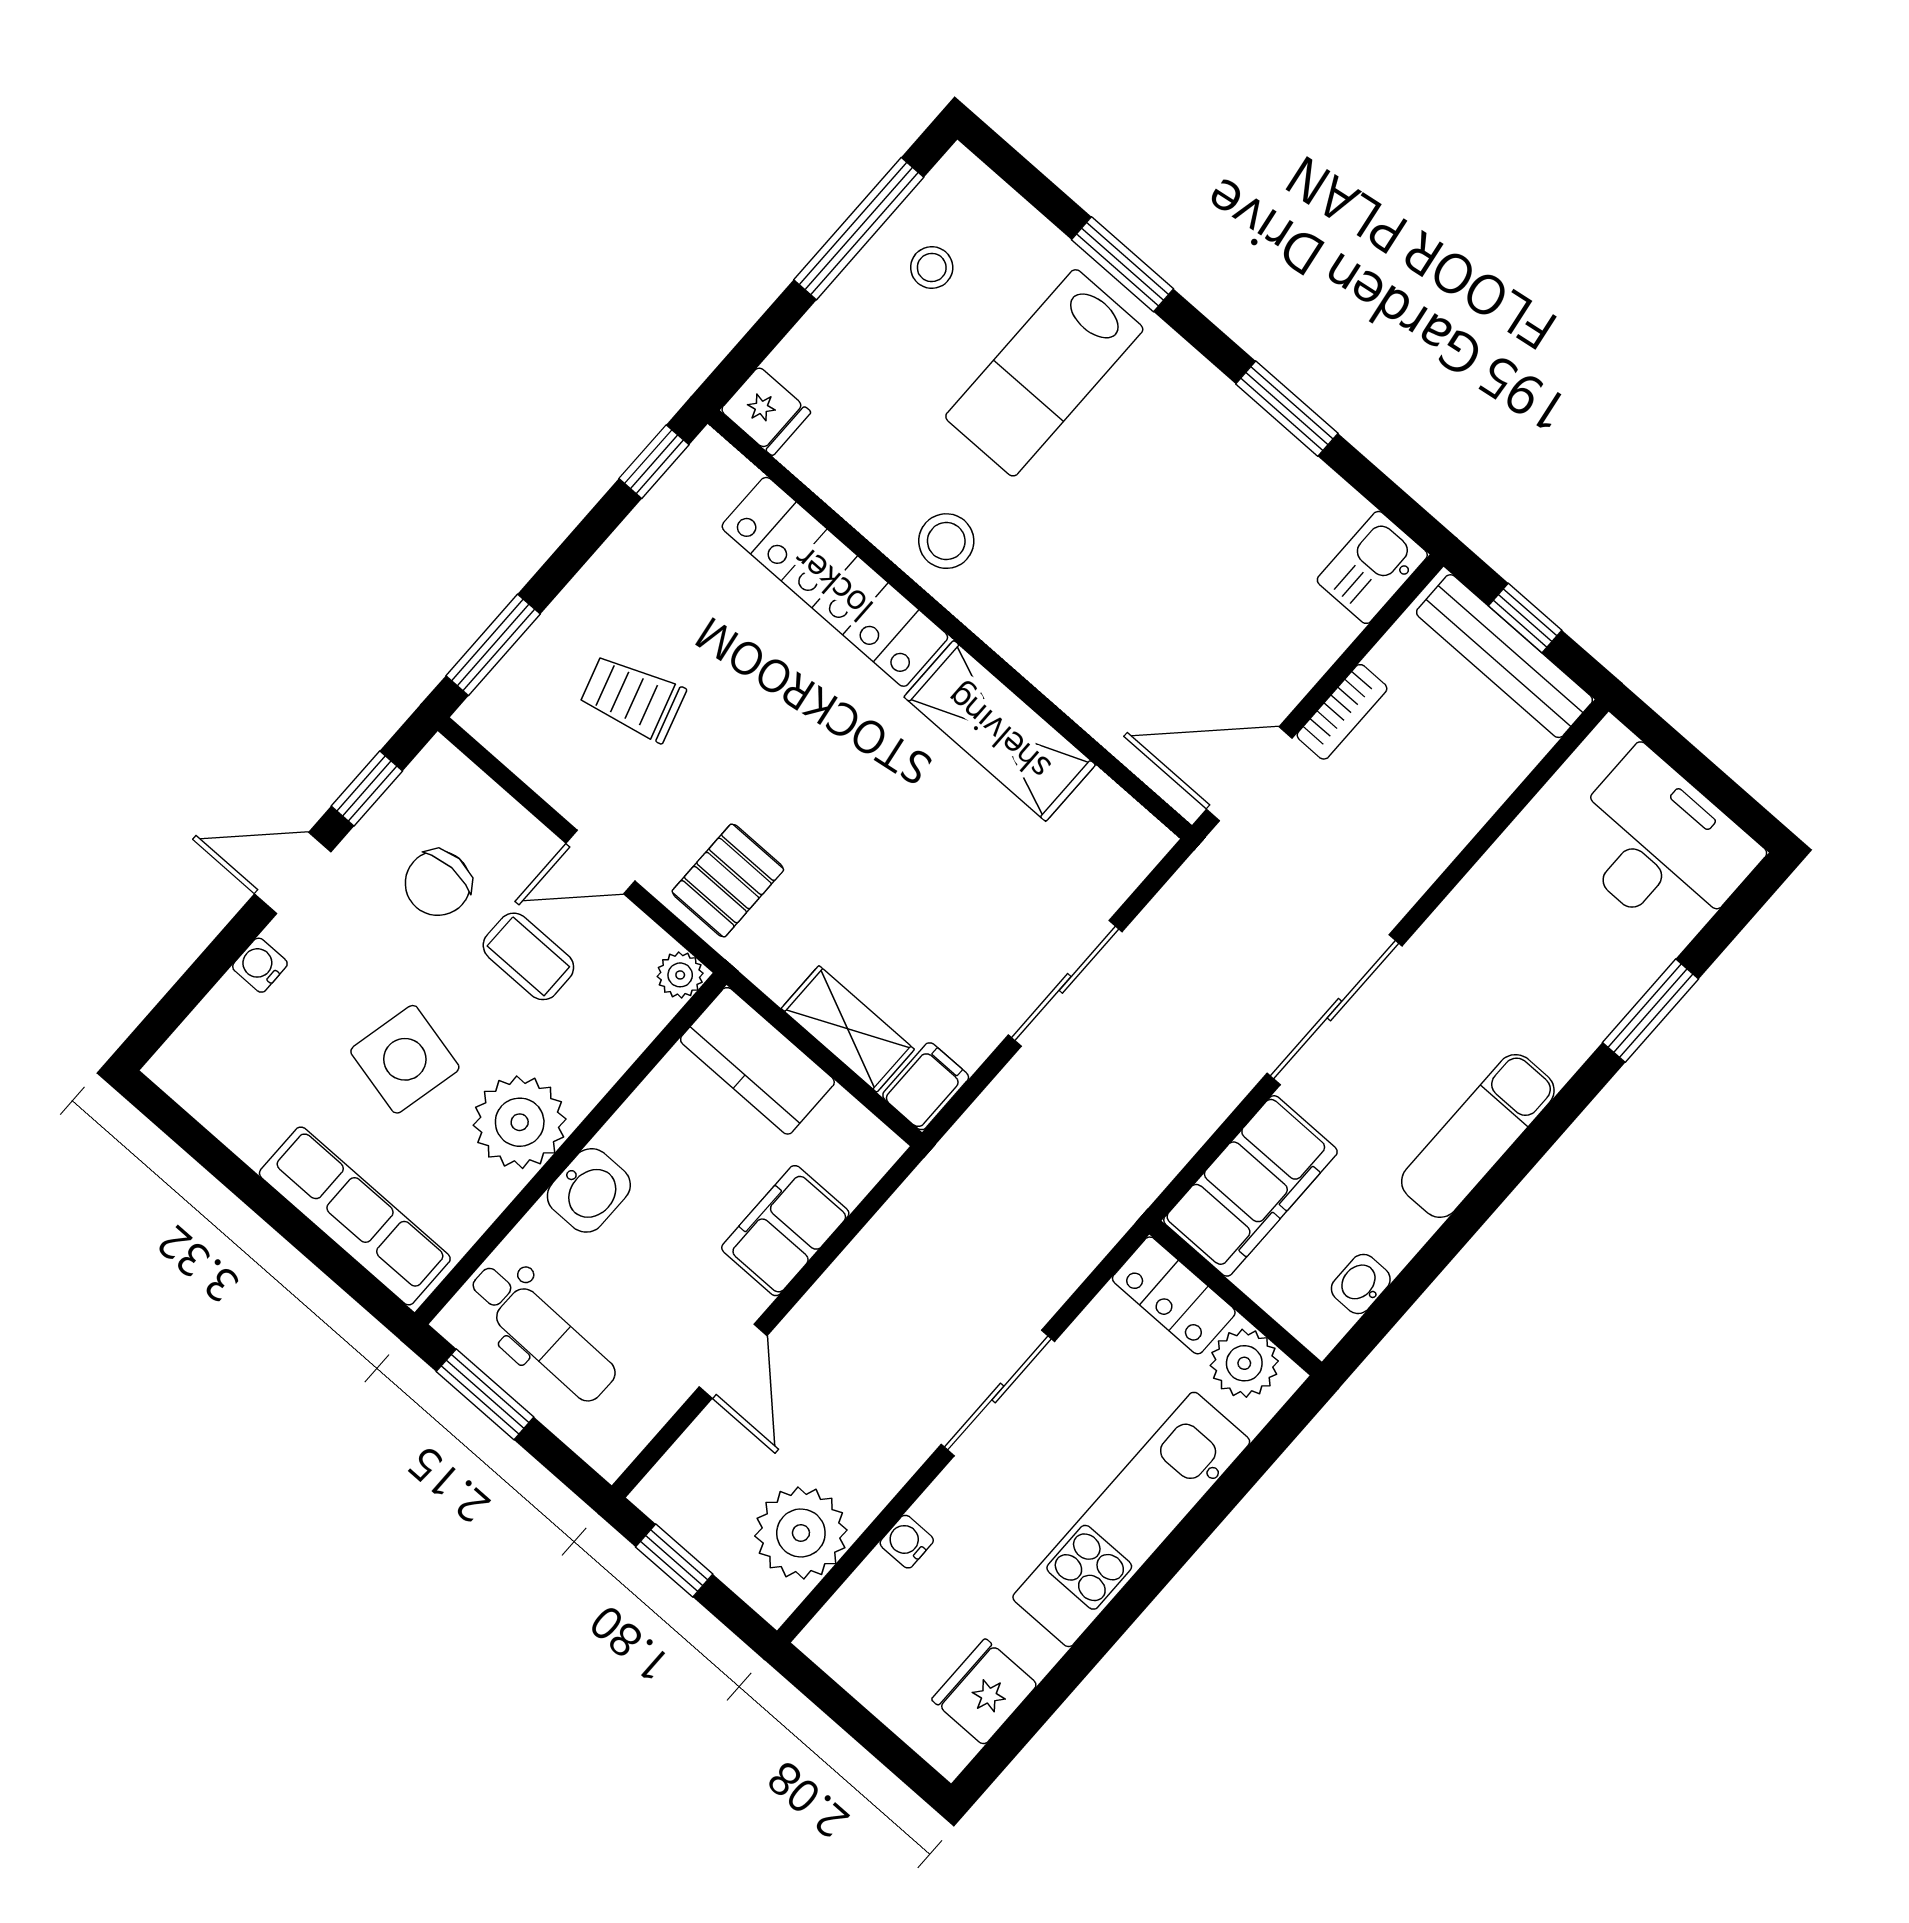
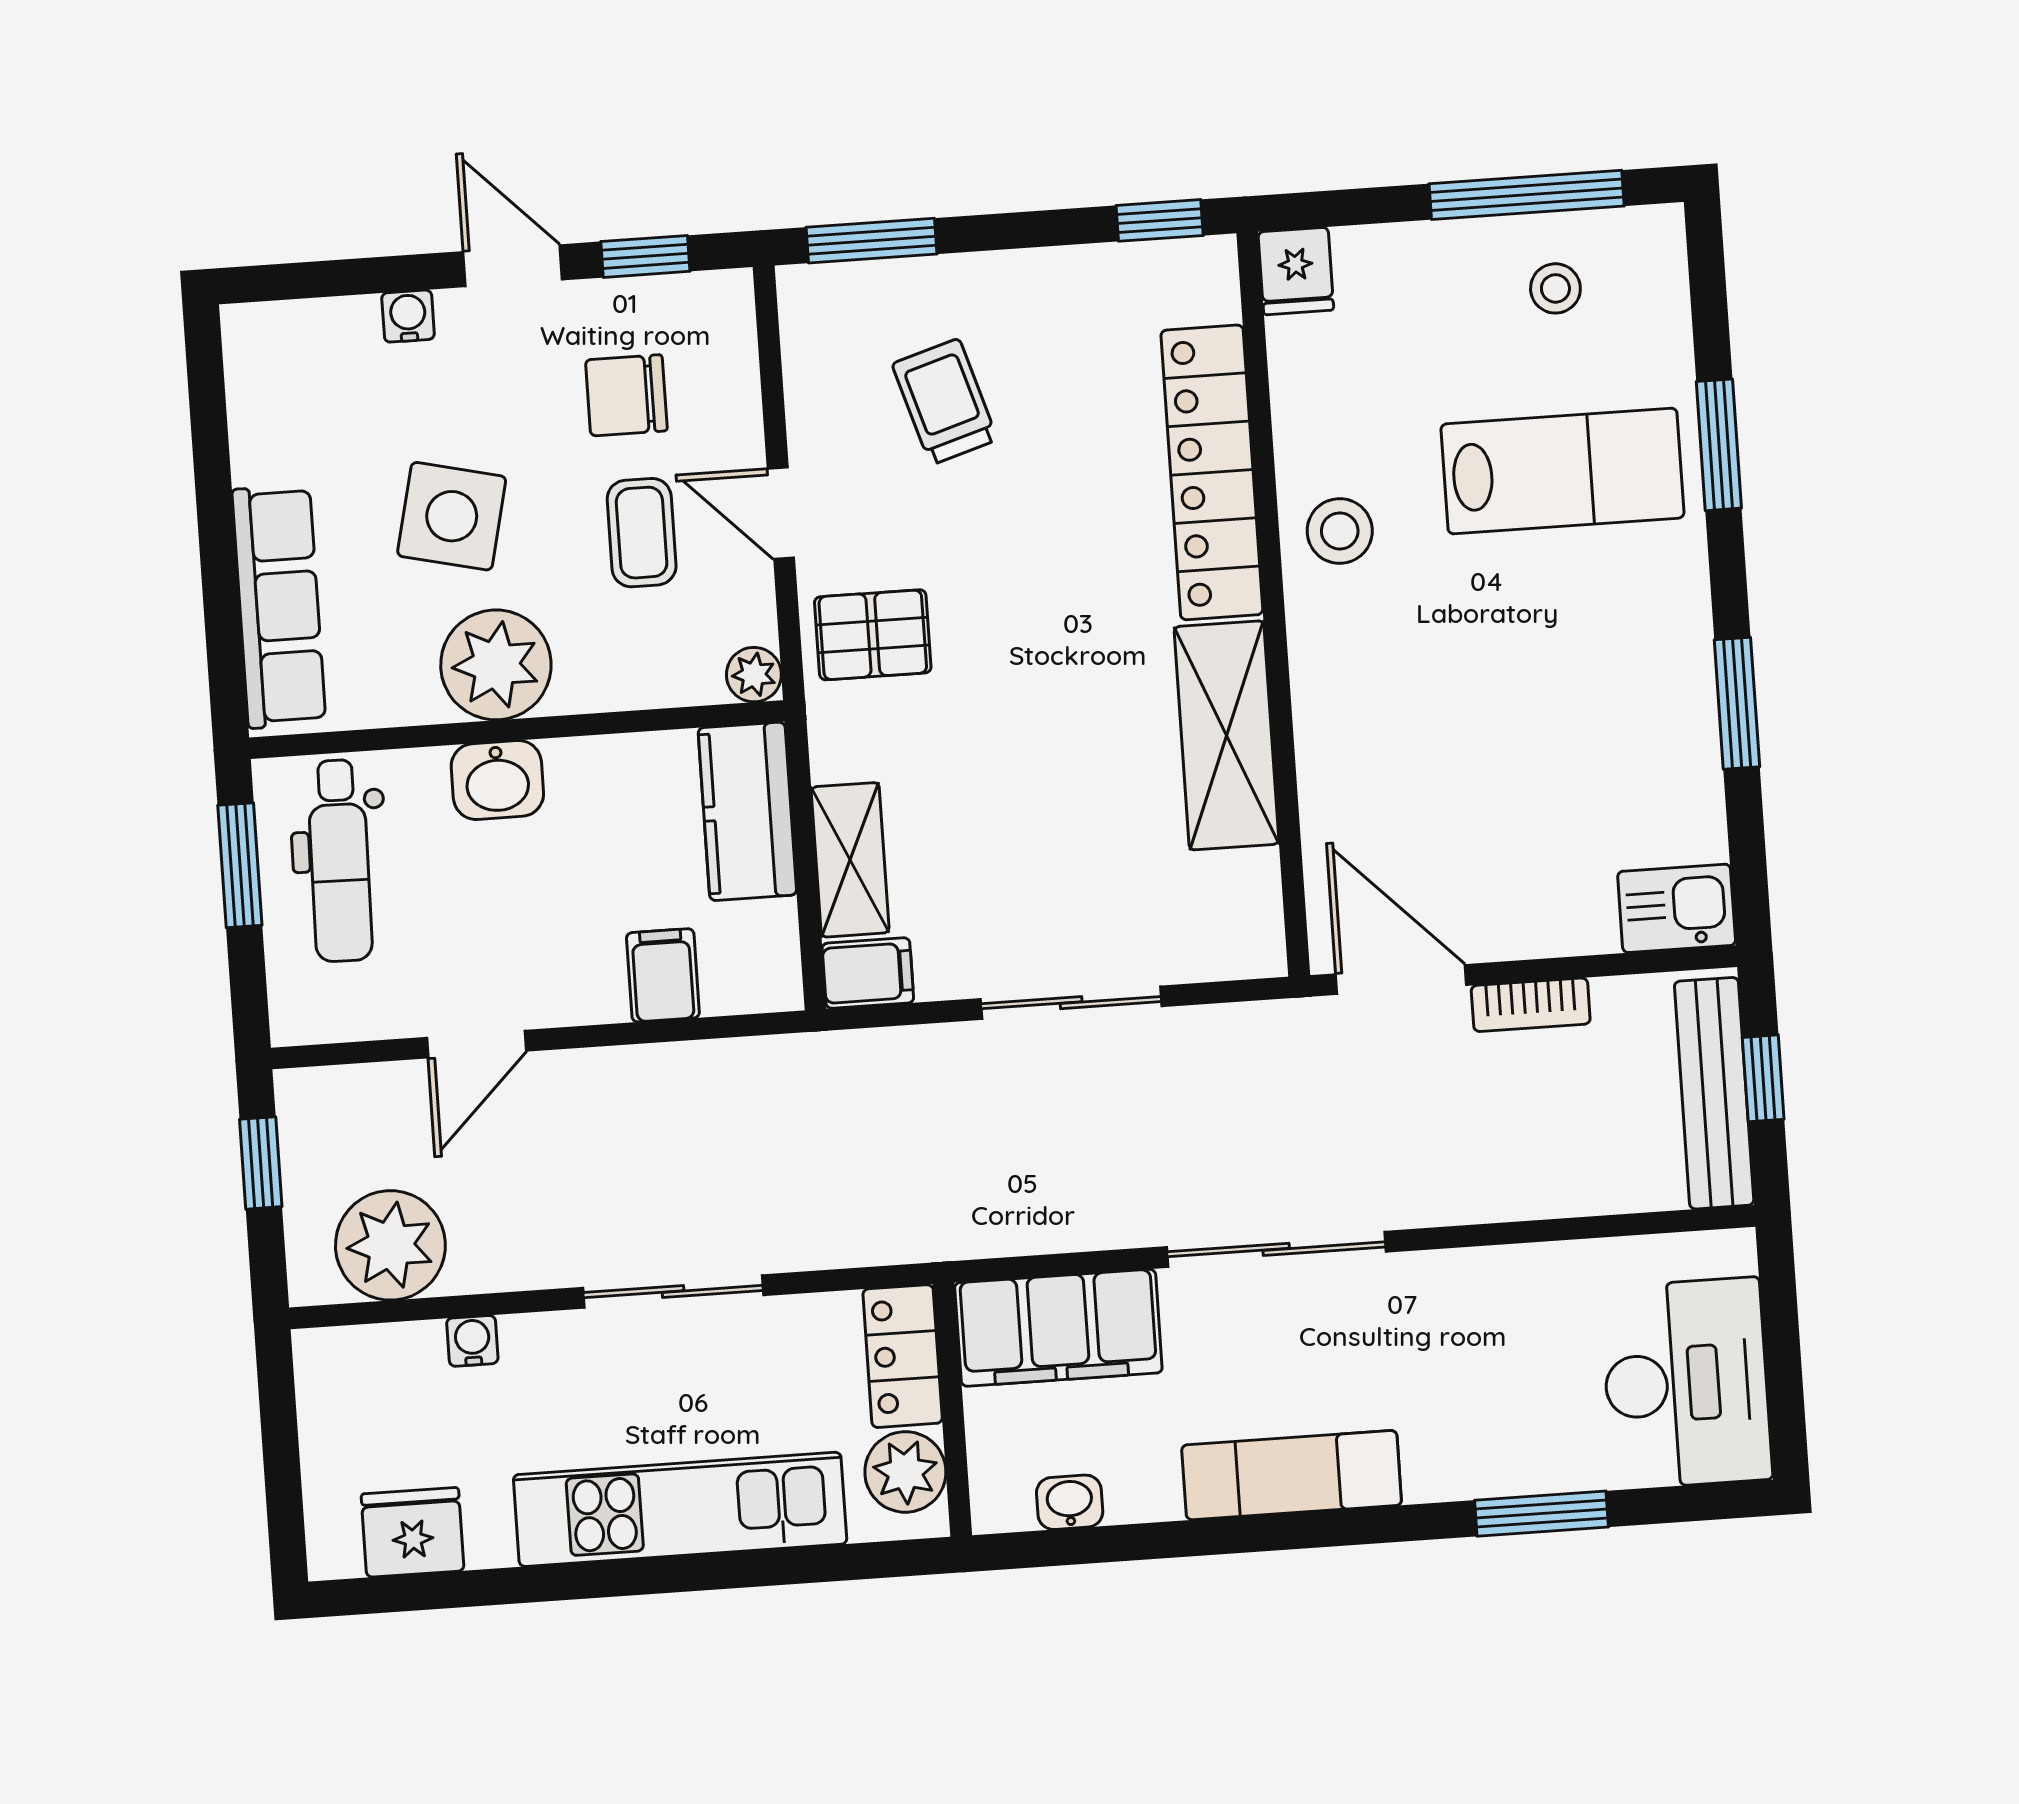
lab bench: (1044, 373) -> (1562, 471), turned 180
filing cabinet: (785, 1231) -> (663, 975), width x0.50

